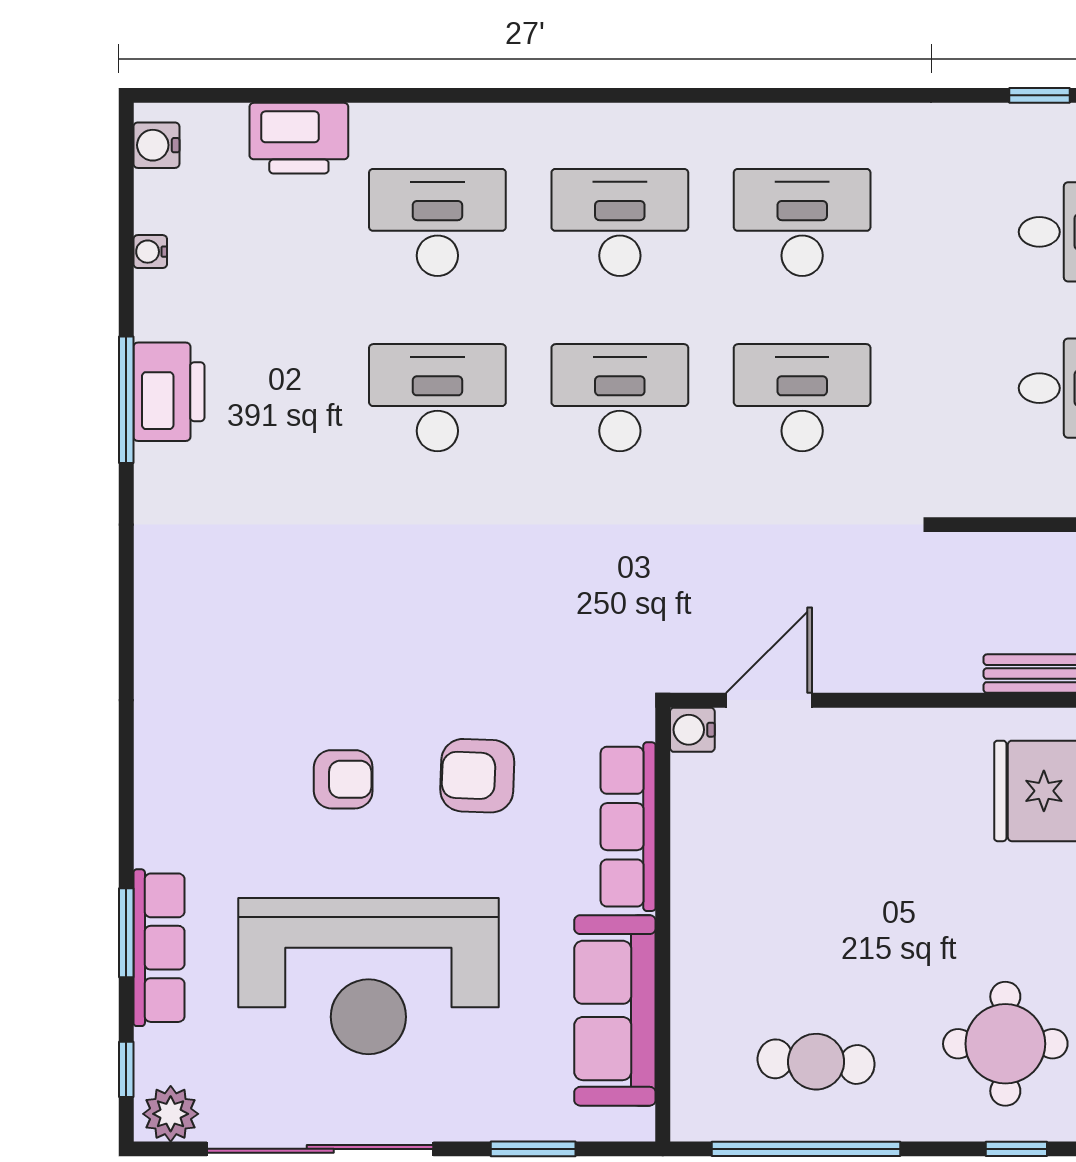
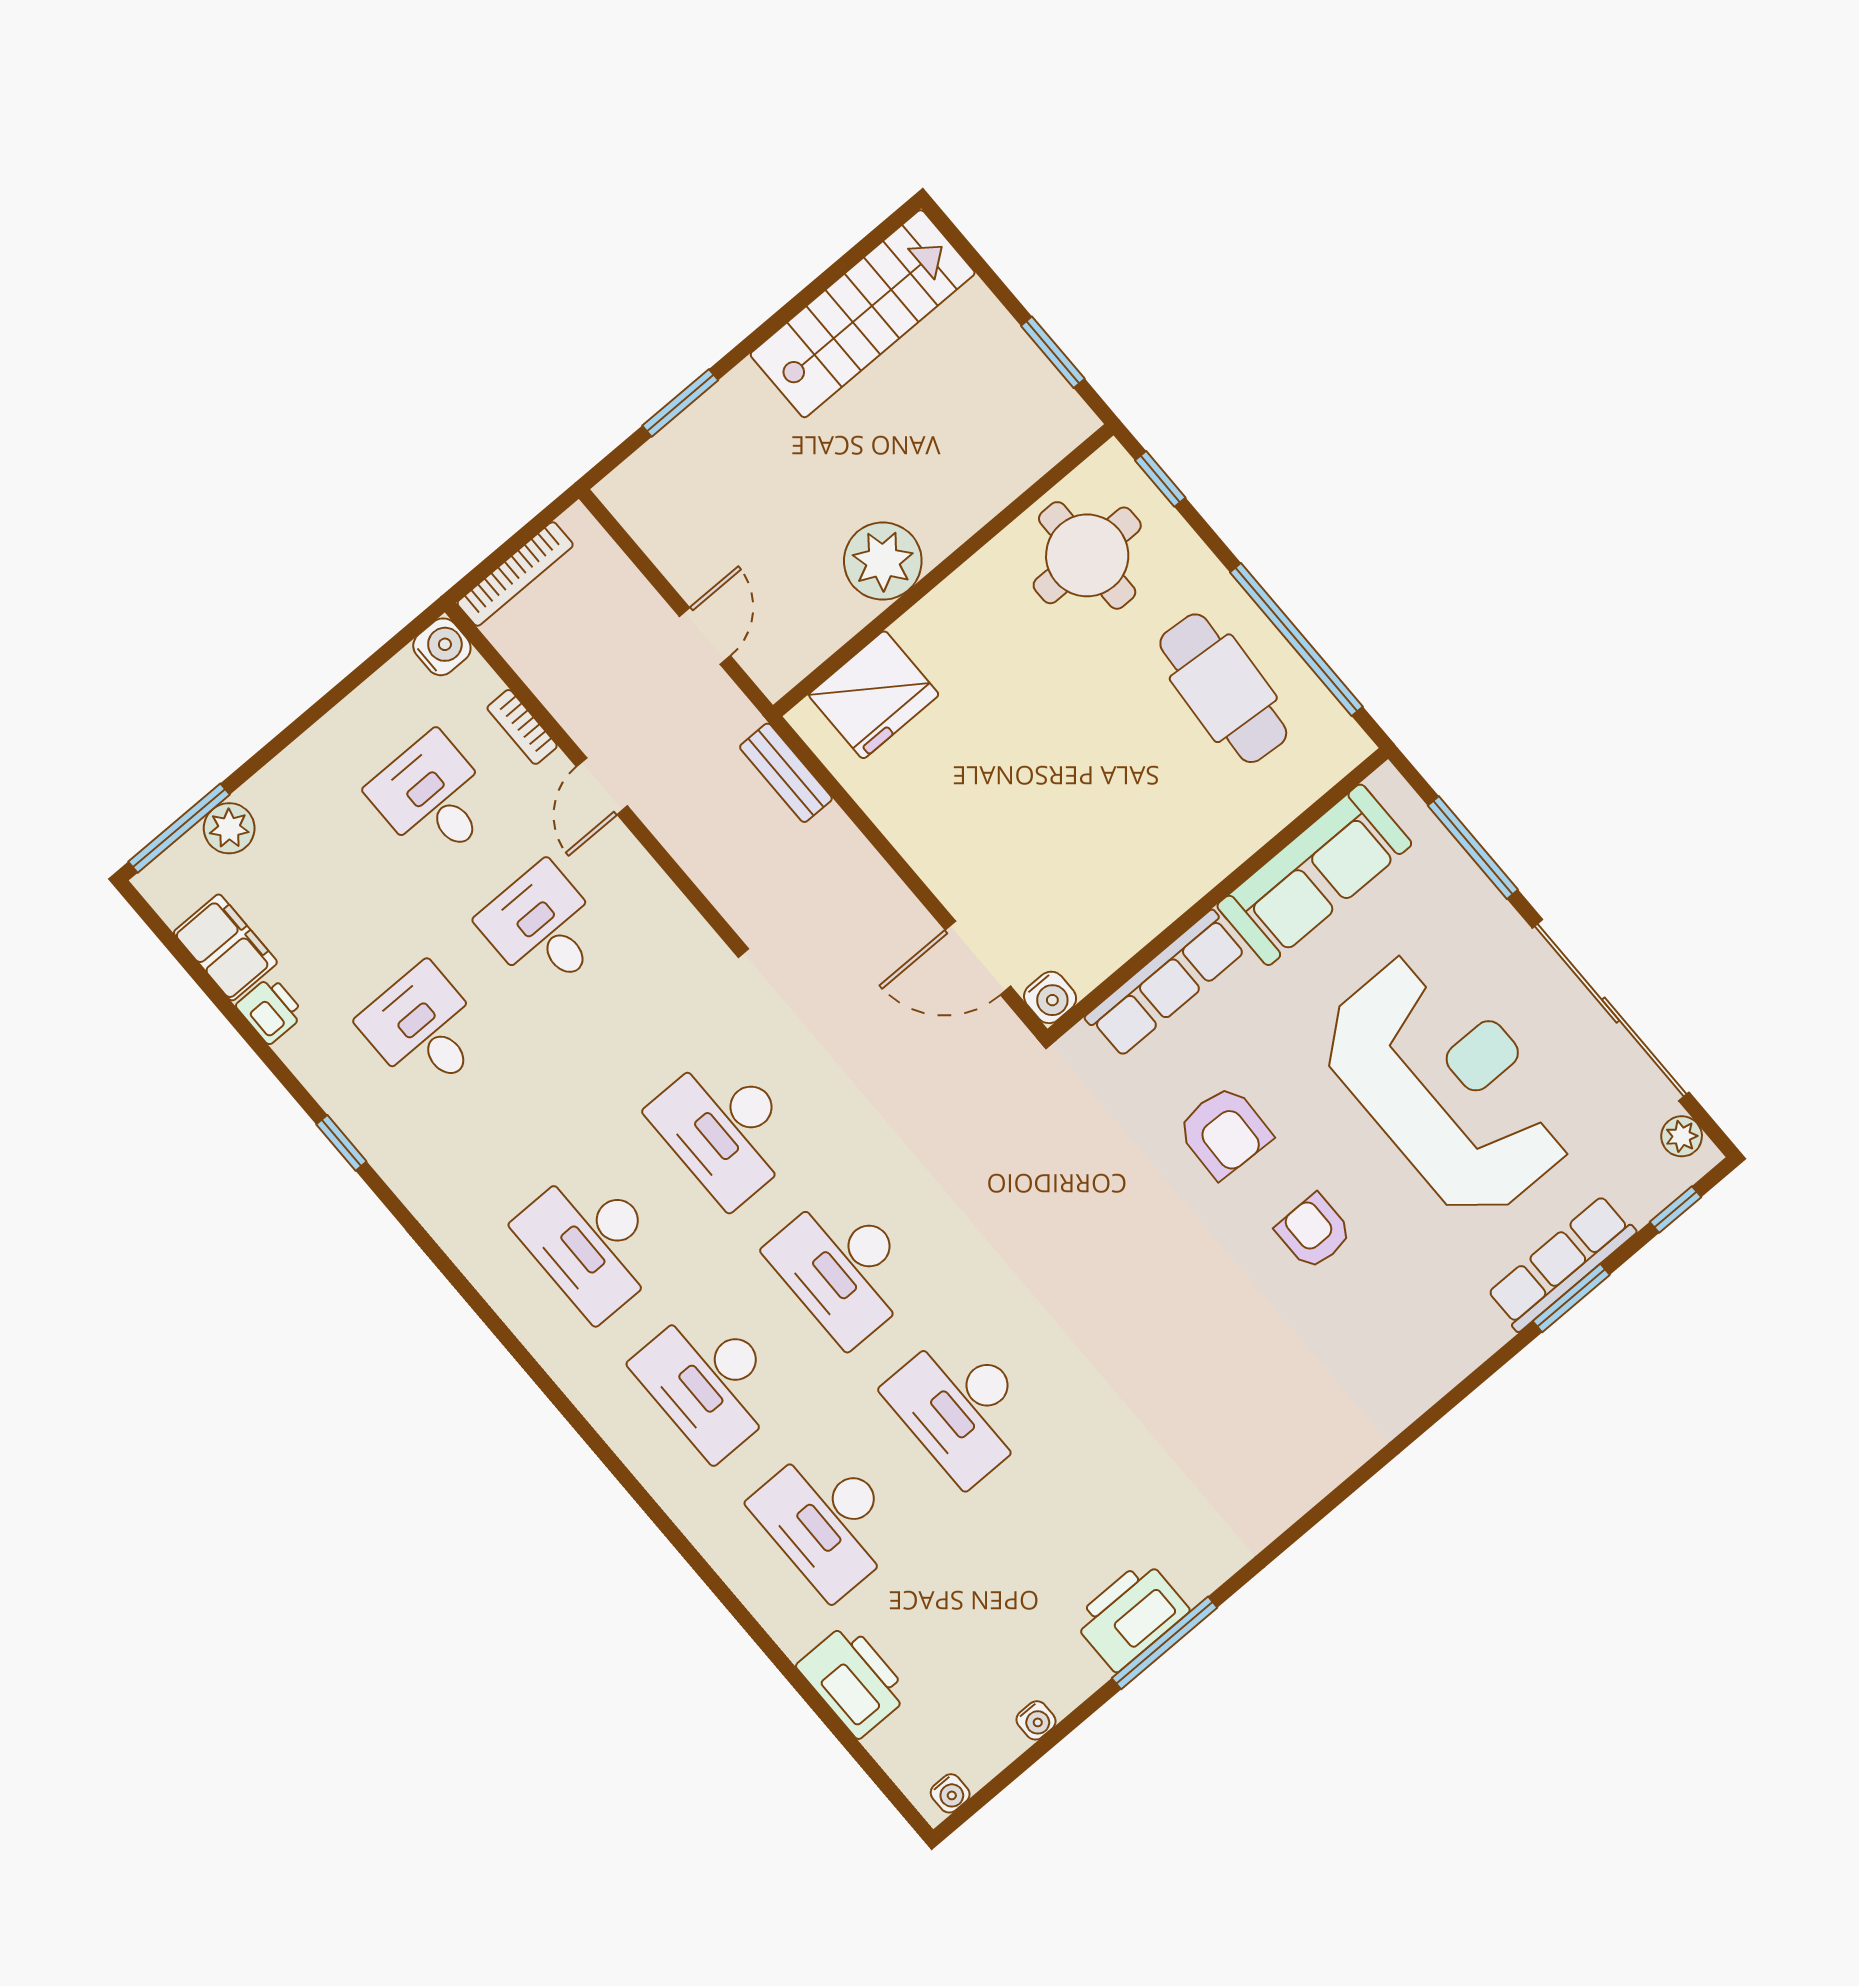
water cooler: (156, 145) -> (950, 1793), width x0.72, depth x0.72
cafe table: (816, 1062) -> (1223, 688), width x1.37, depth x1.35
plant: (171, 1114) -> (1682, 1136), width x0.73, depth x0.73
window: (533, 1149) -> (1473, 848), width x1.44

